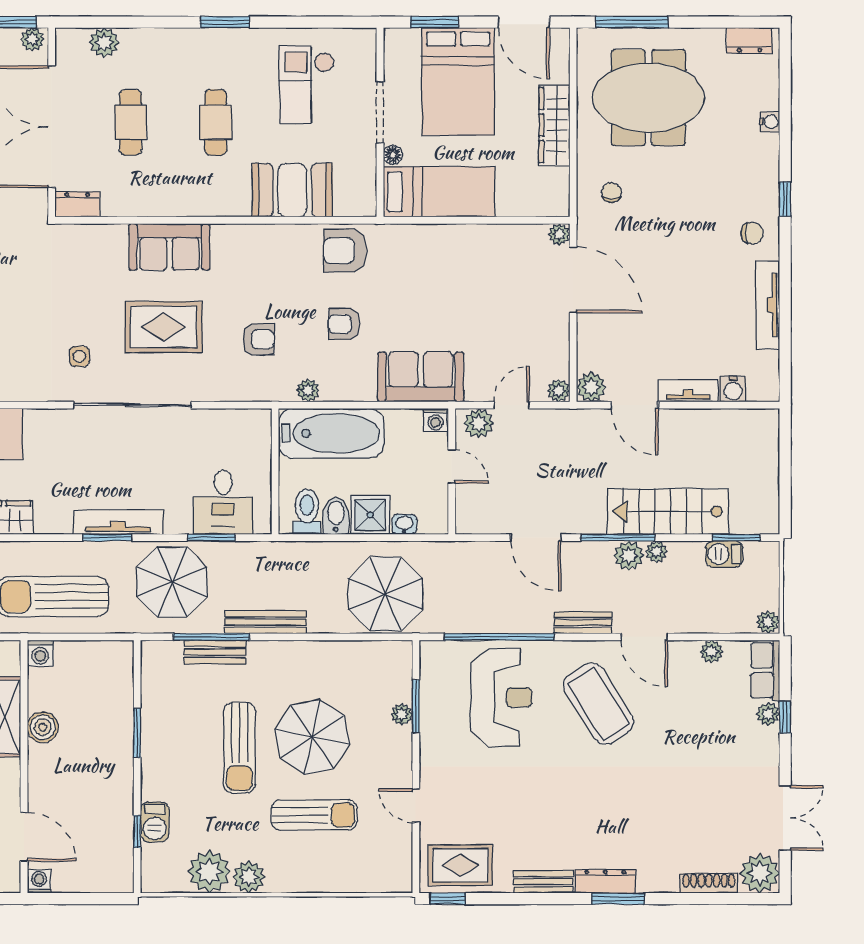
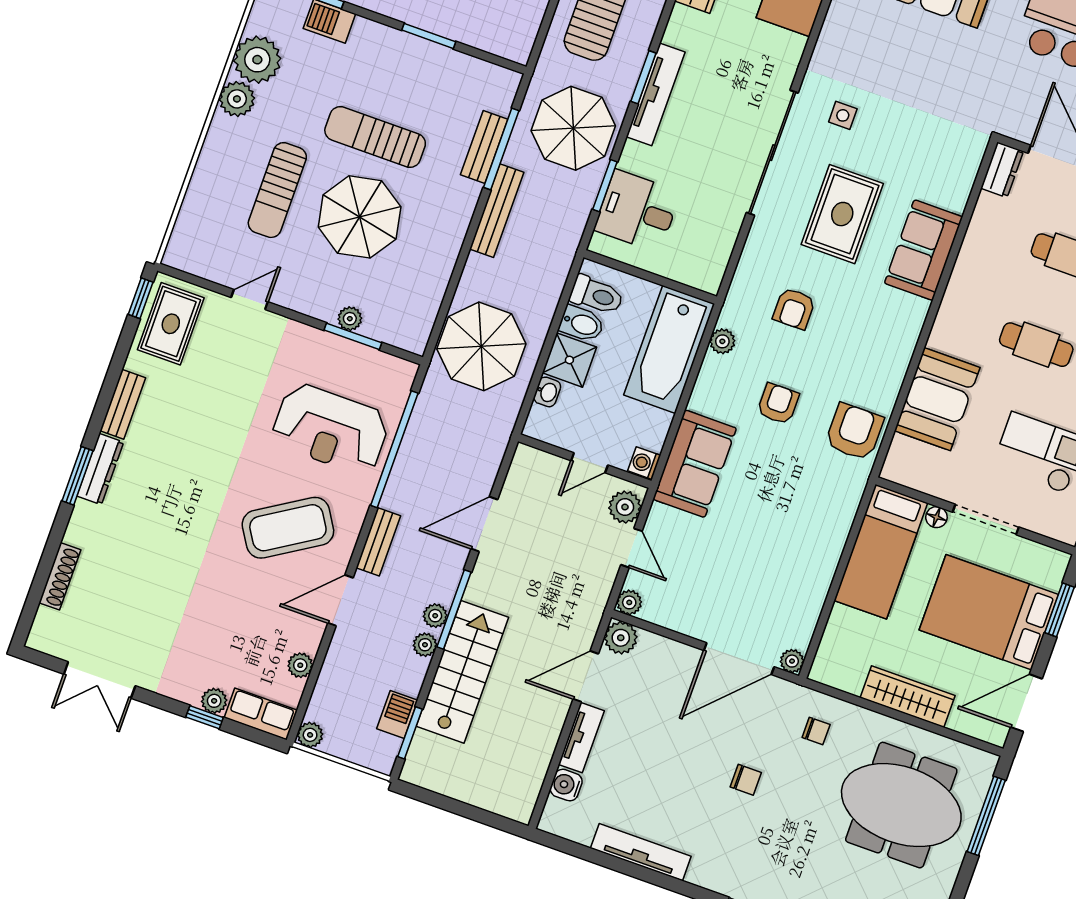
meeting table: (649, 98) -> (901, 805), turned 90
chair: (752, 233) -> (746, 780), moved, turned -90
plant: (629, 556) -> (435, 616), width x0.73, depth x0.73
plant: (760, 873) -> (51, 633), removed

